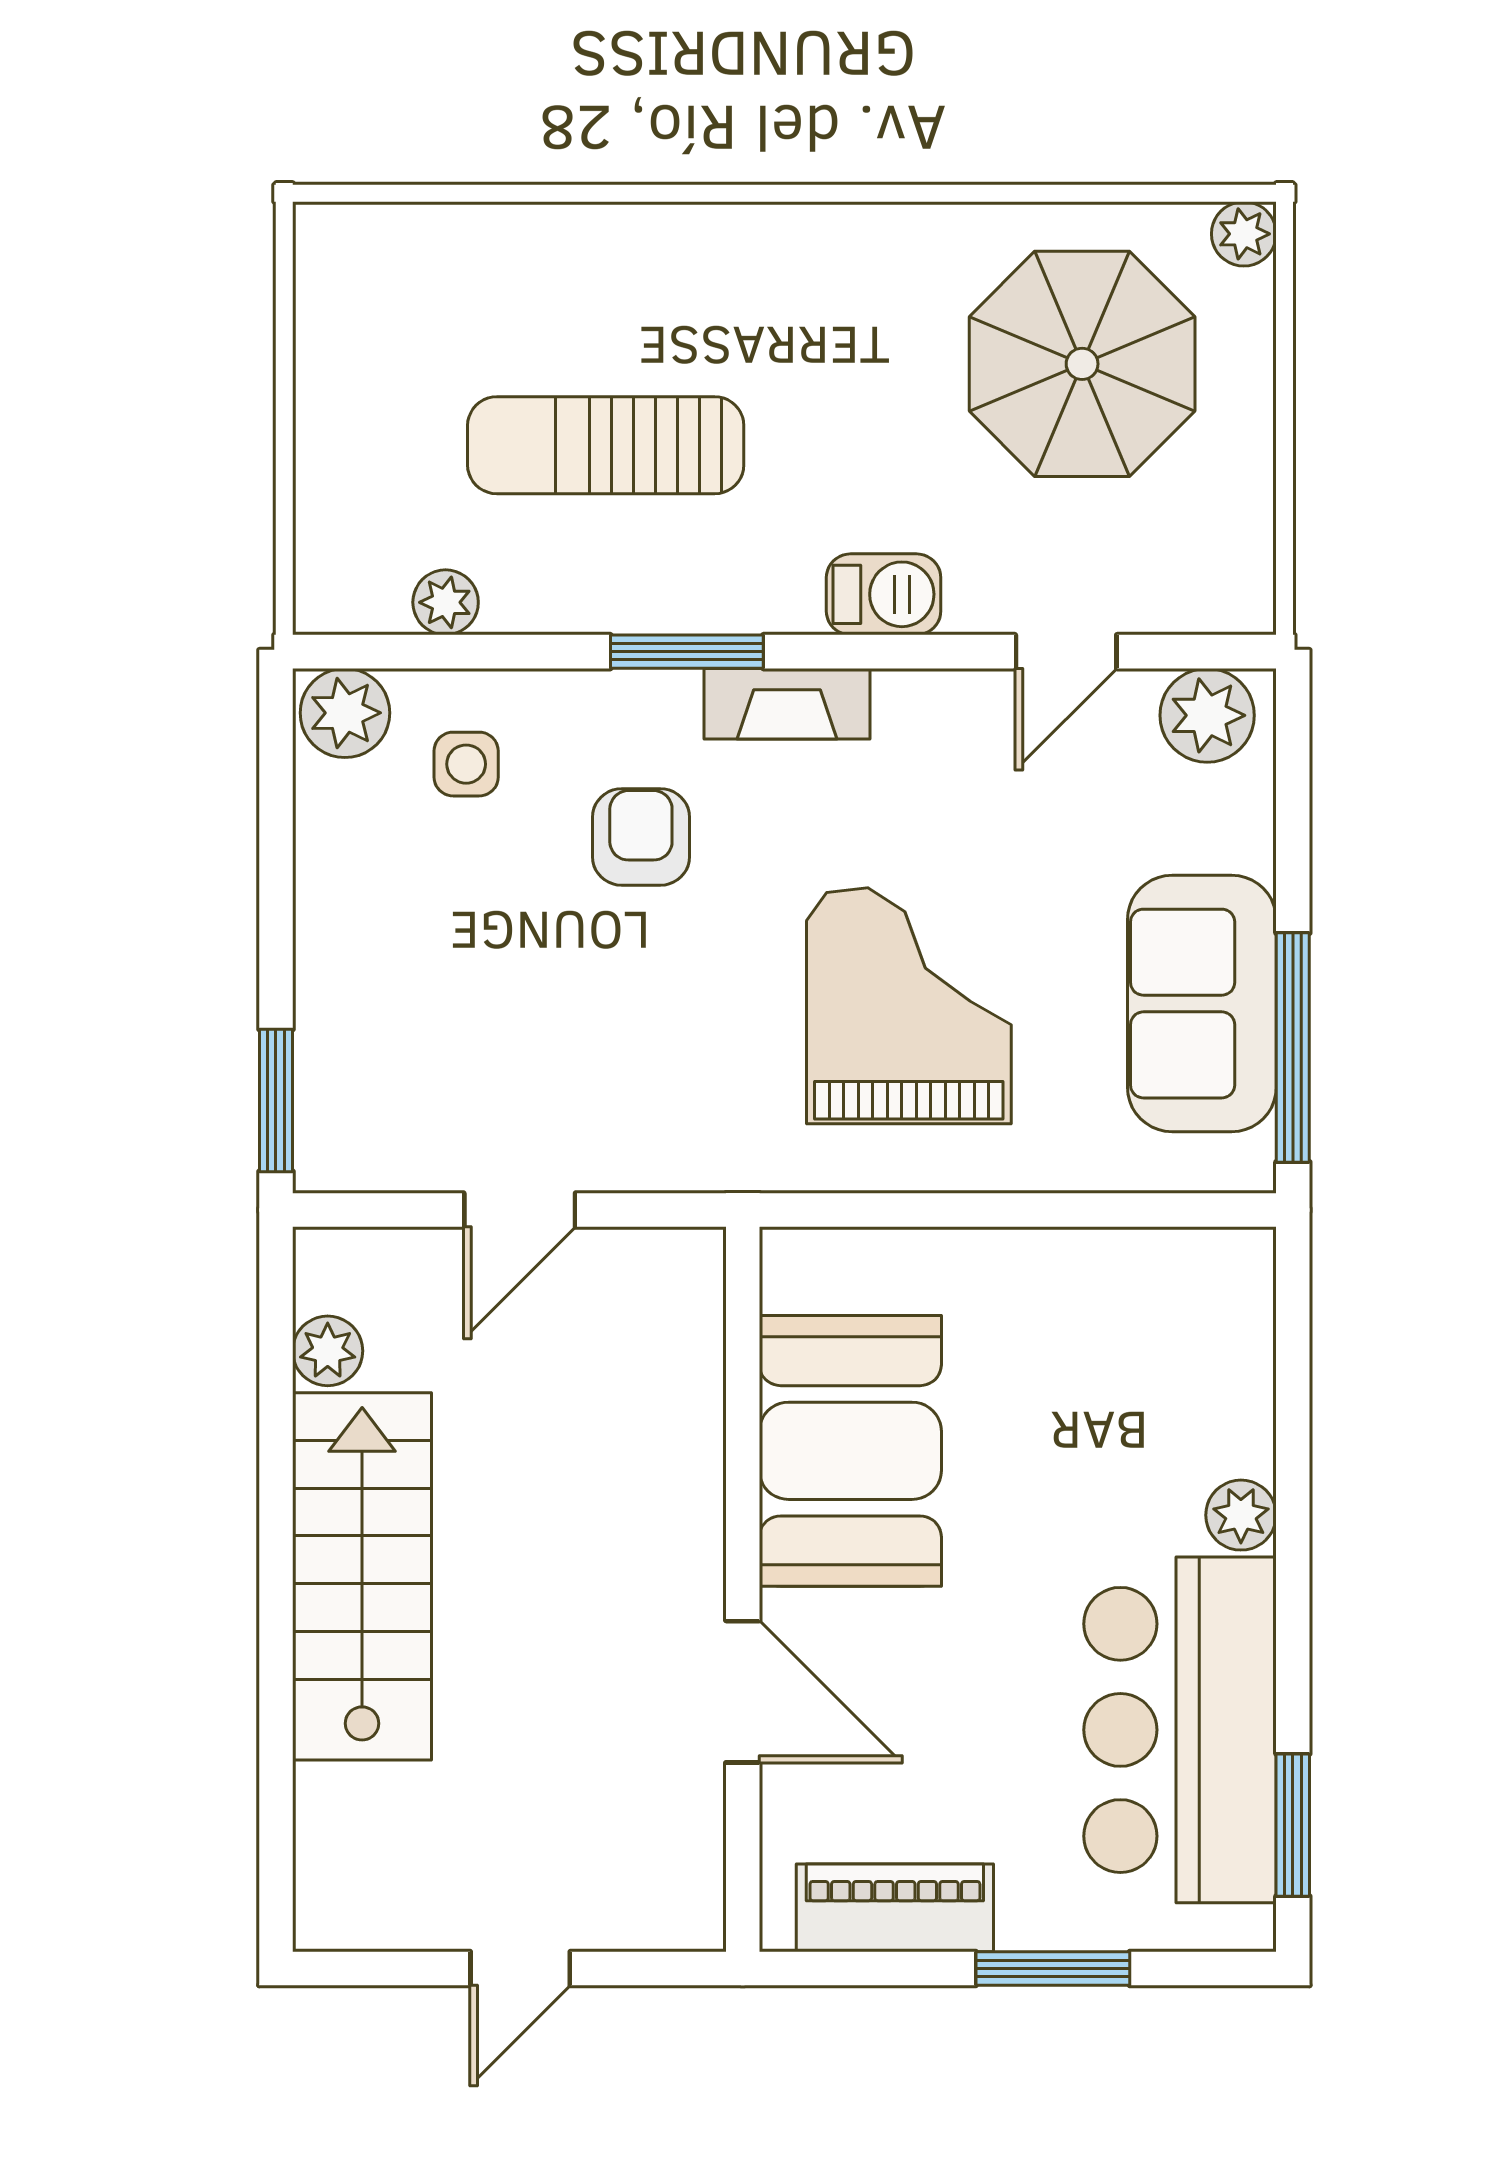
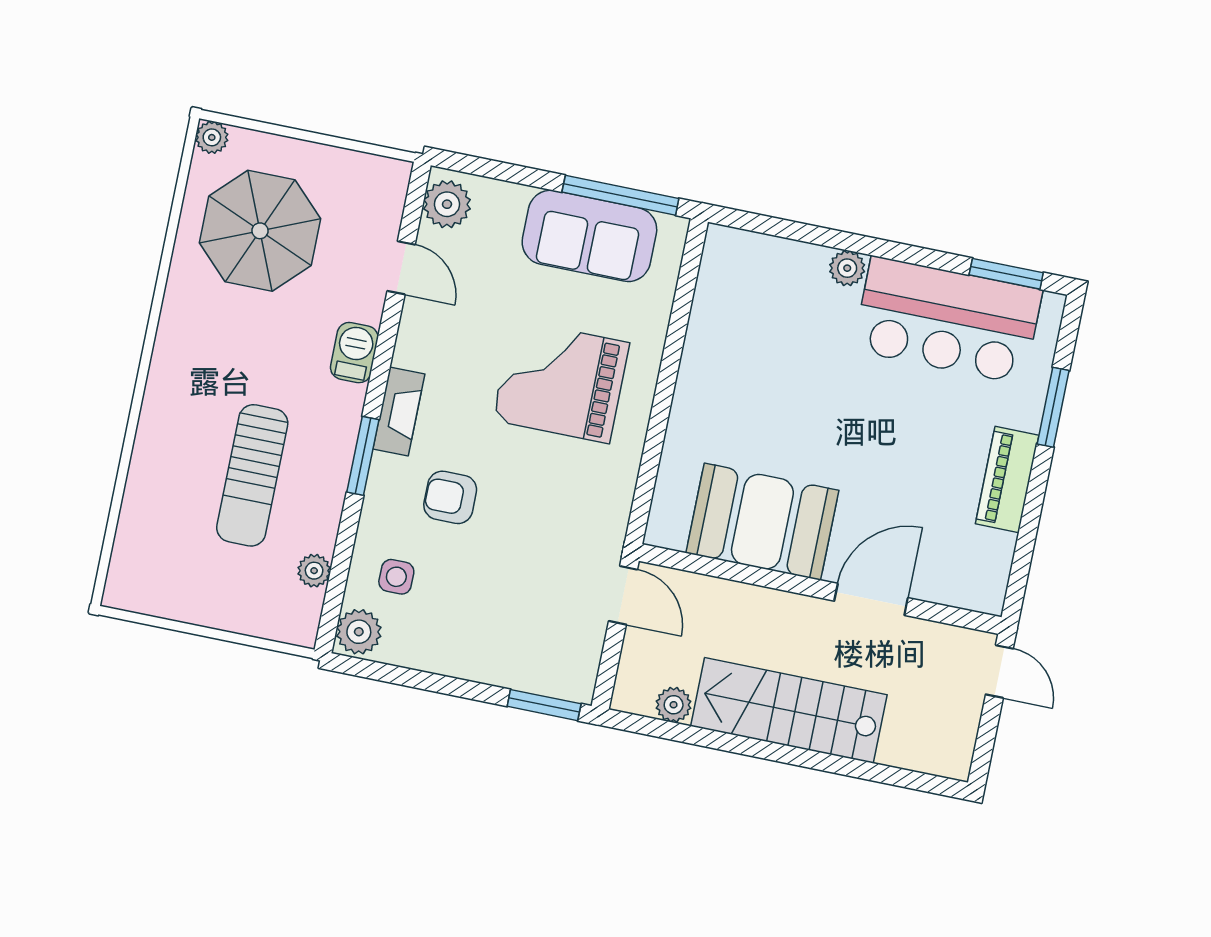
booth: (850, 1451) -> (762, 522), moved
wall: (743, 1589) -> (820, 589), moved
door: (743, 1692) -> (871, 599), moved

